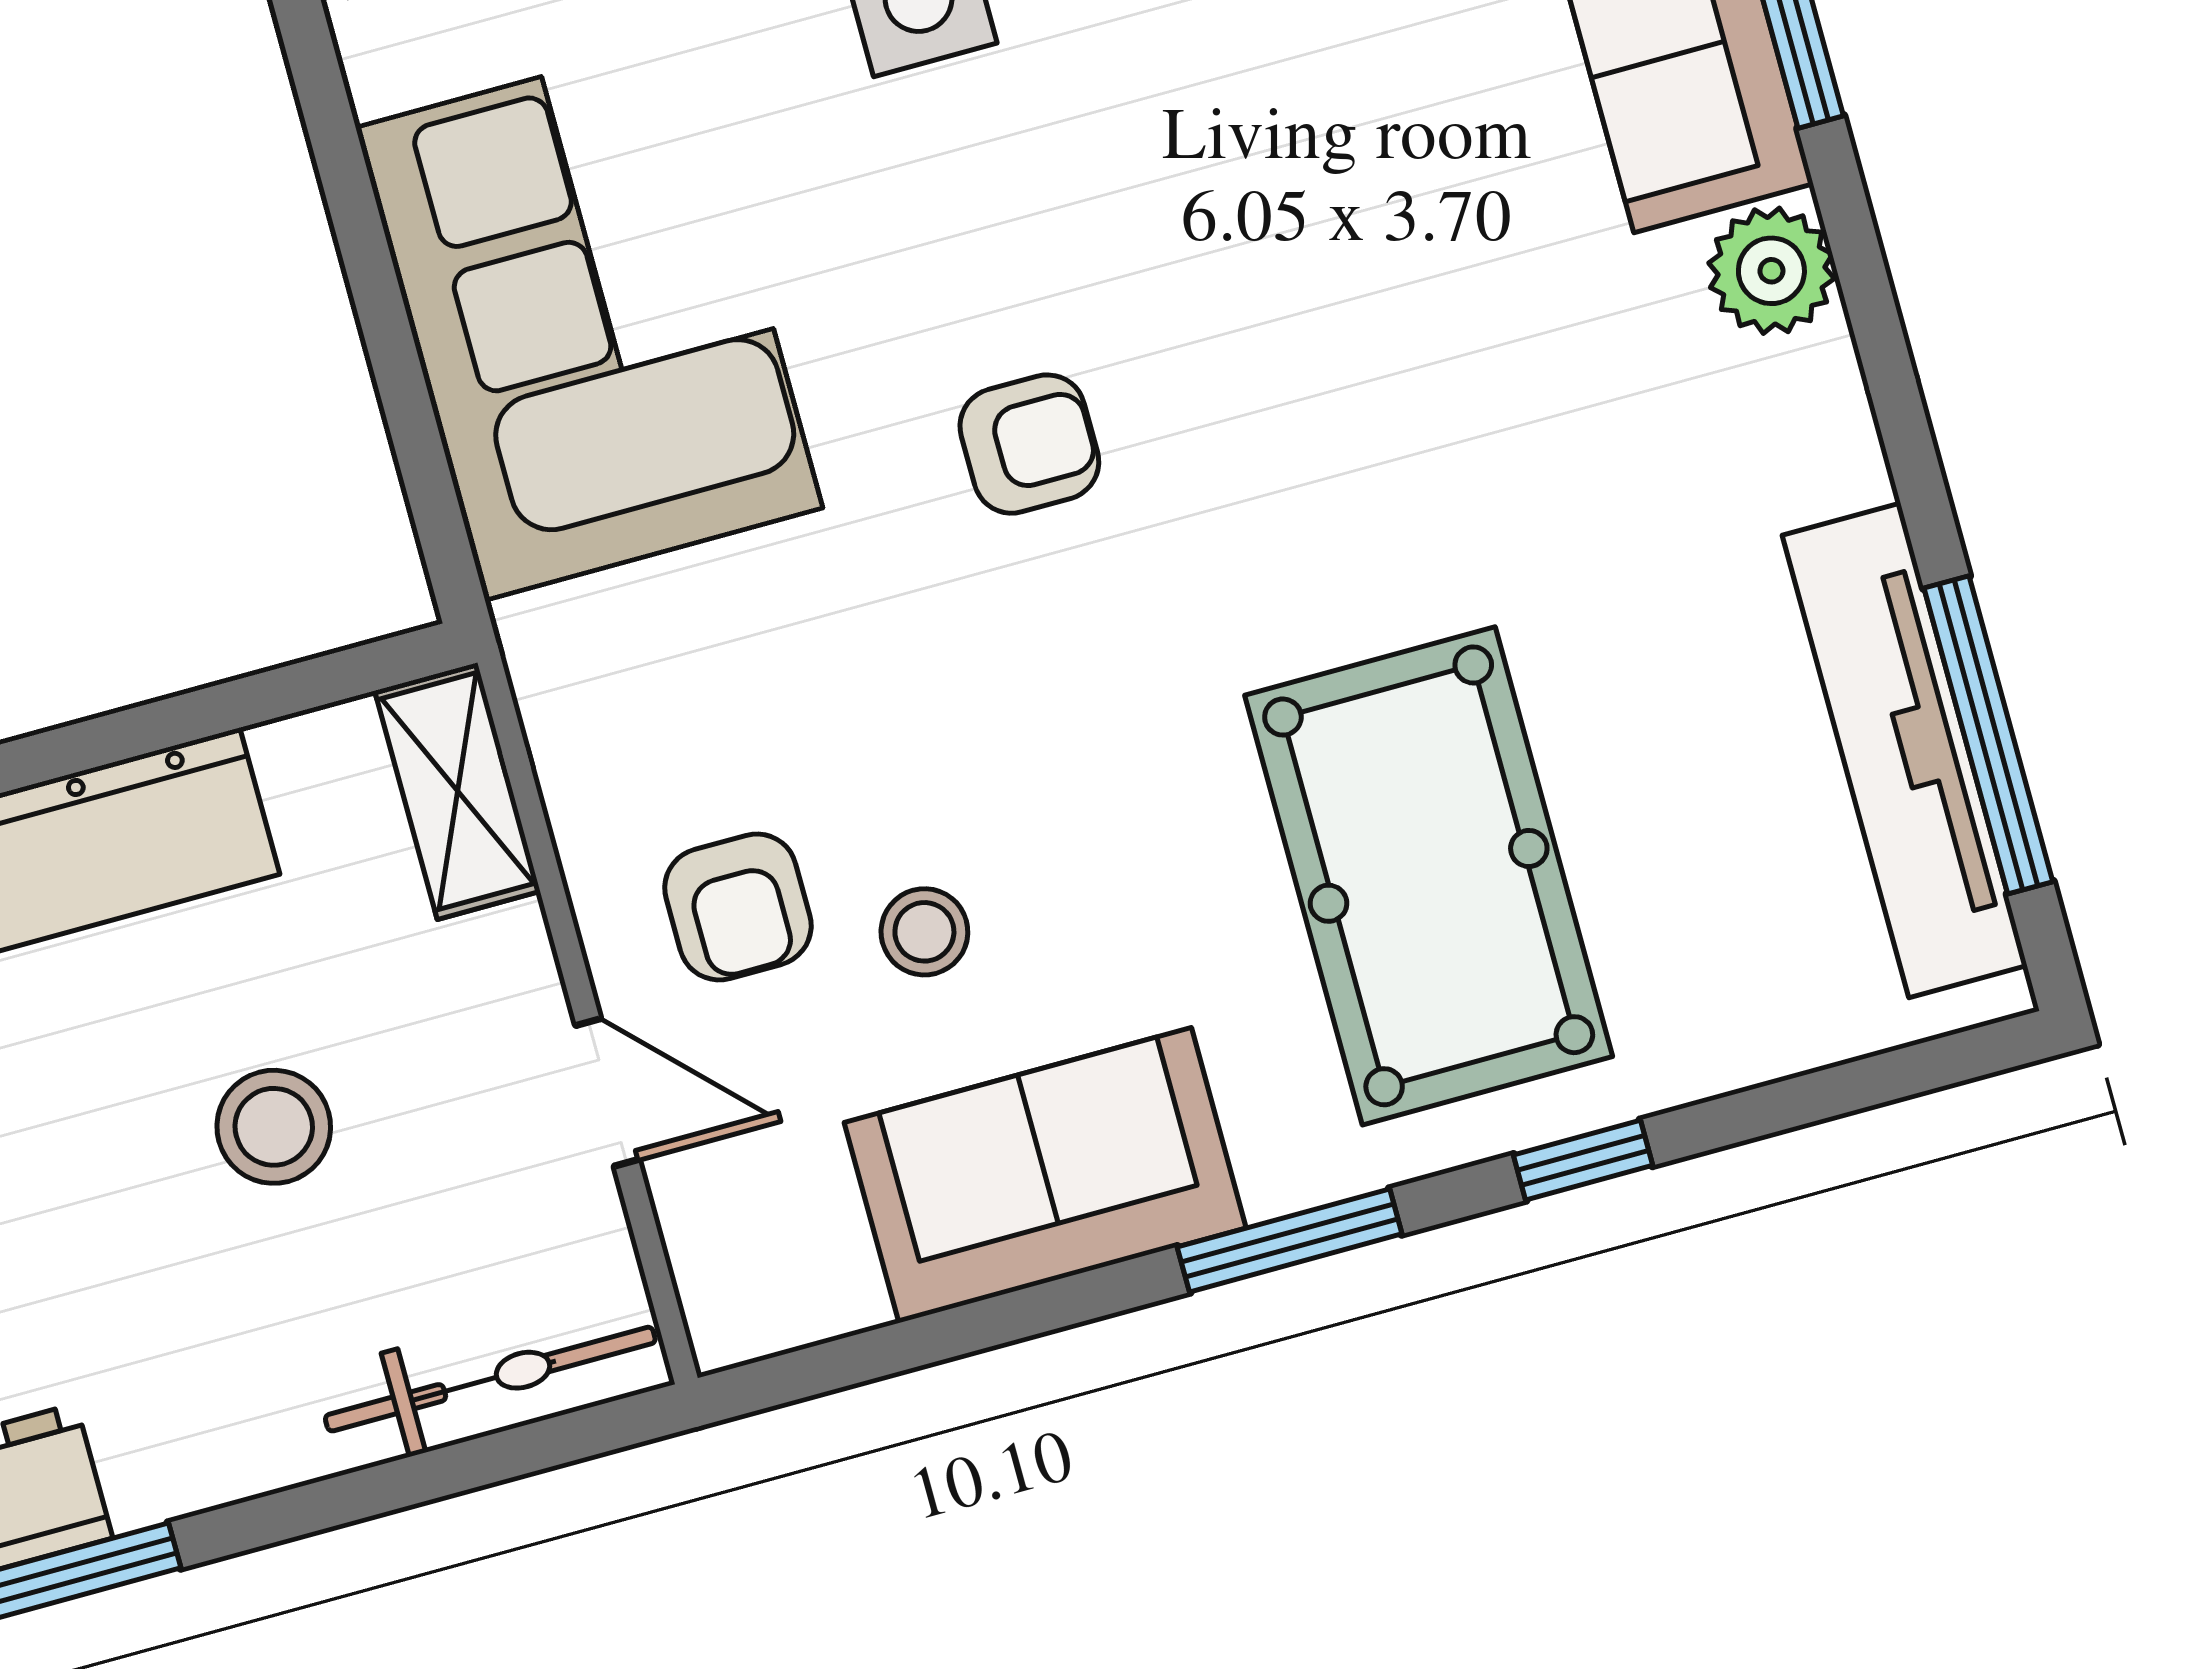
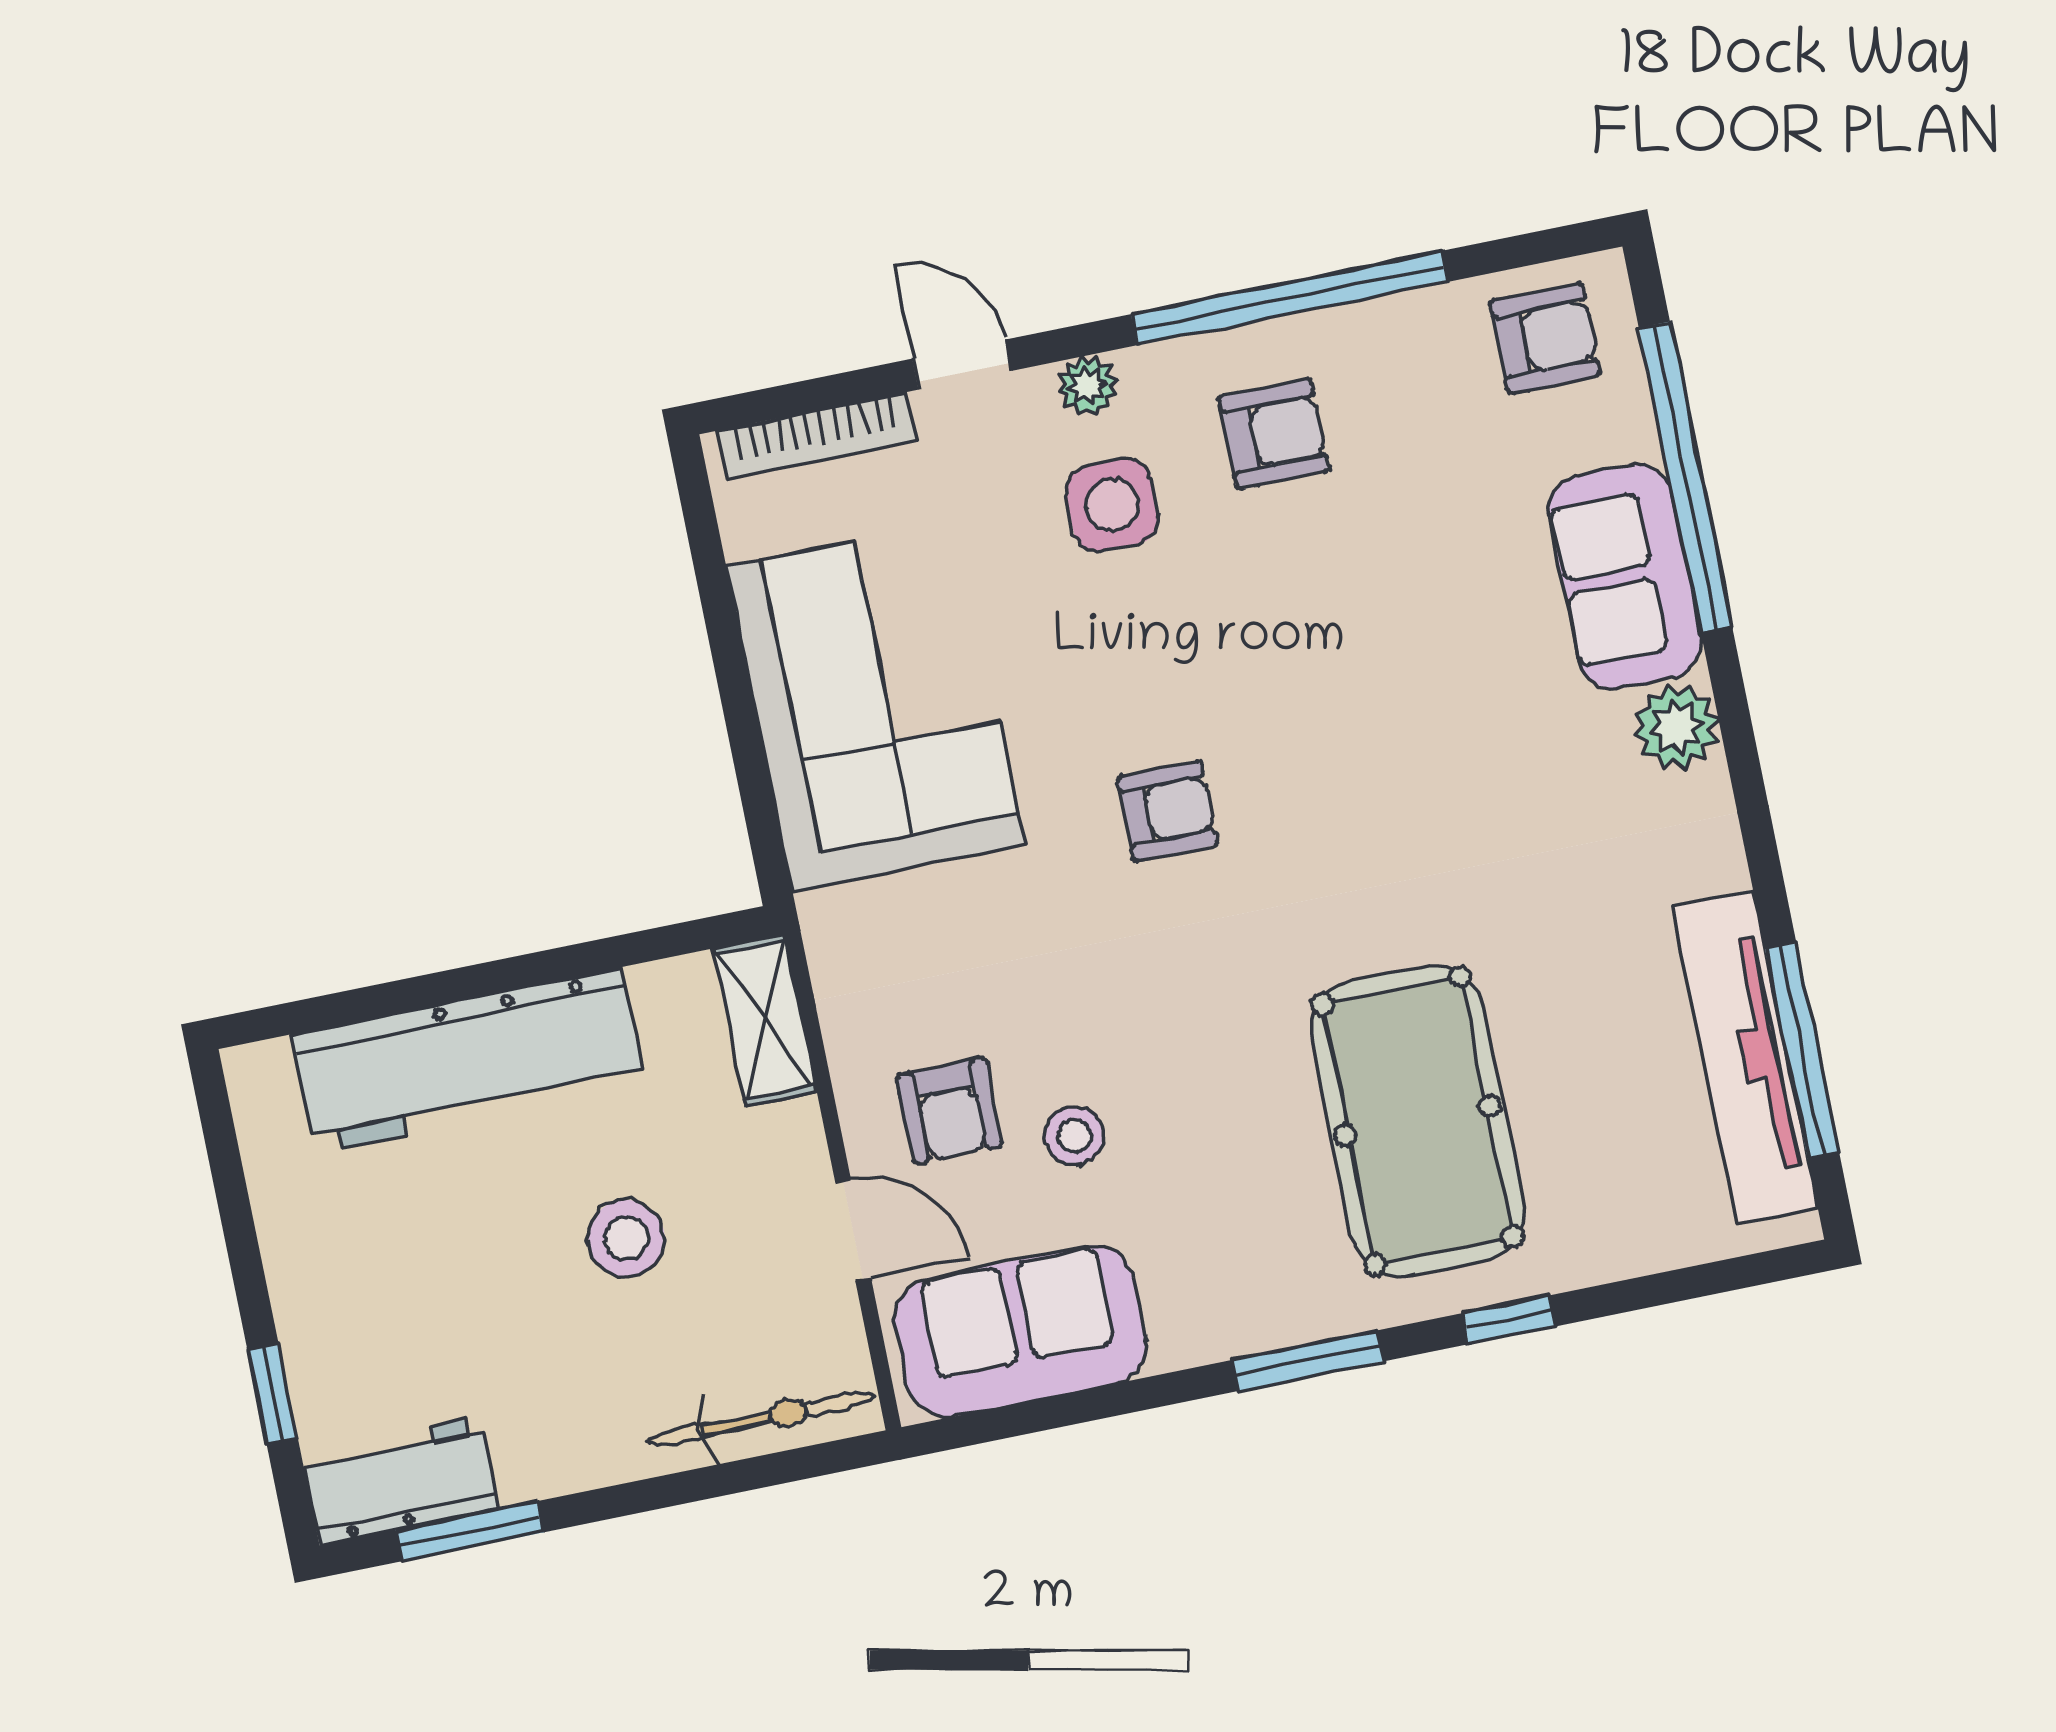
sofa: (1045, 1175) -> (1020, 1331), moved

